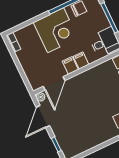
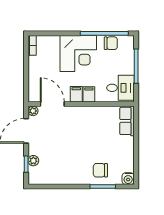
door: (54, 83) -> (52, 104), swing flipped
plant: (61, 139) -> (33, 161), added

